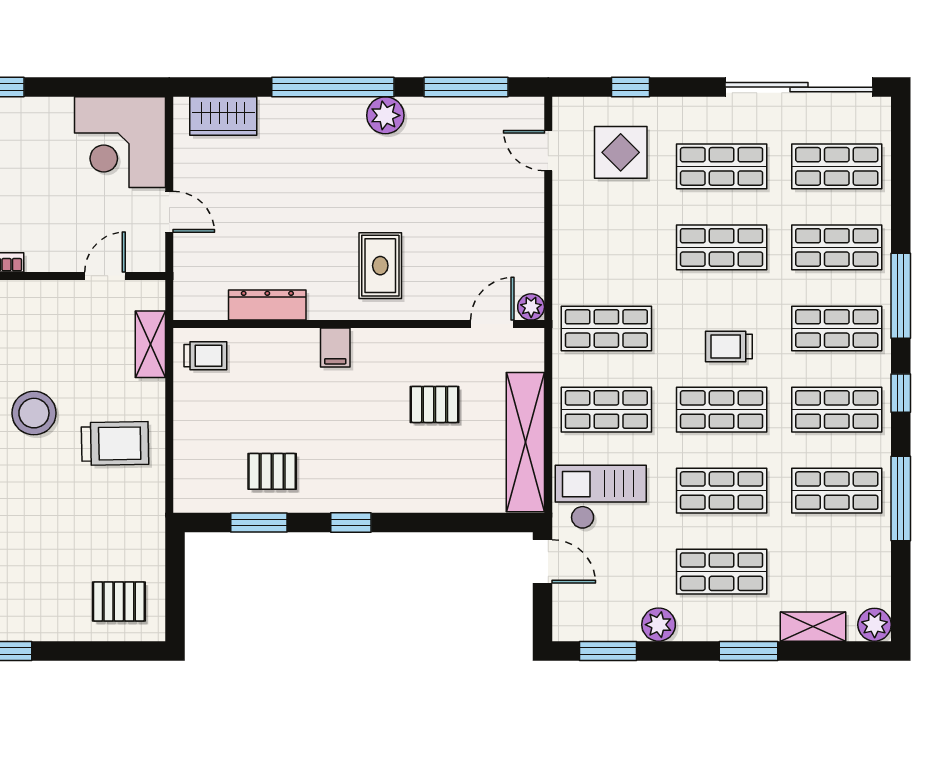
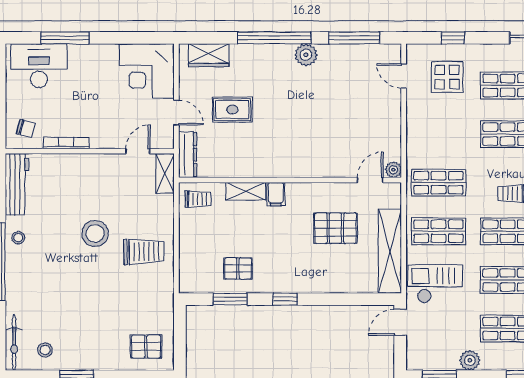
rug: (380, 266) -> (232, 110), moved, turned 90
dresser: (267, 305) -> (188, 155), moved, turned 90
shelving: (285, 343) -> (246, 191), added
shelving: (150, 344) -> (165, 174), moved
pallet: (435, 404) -> (335, 228), width x1.50, depth x1.42
door: (542, 561) -> (400, 322), swing flipped

